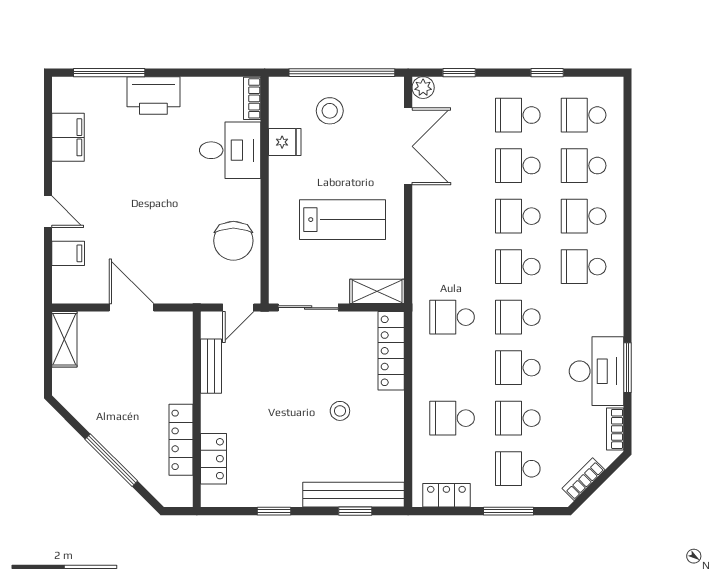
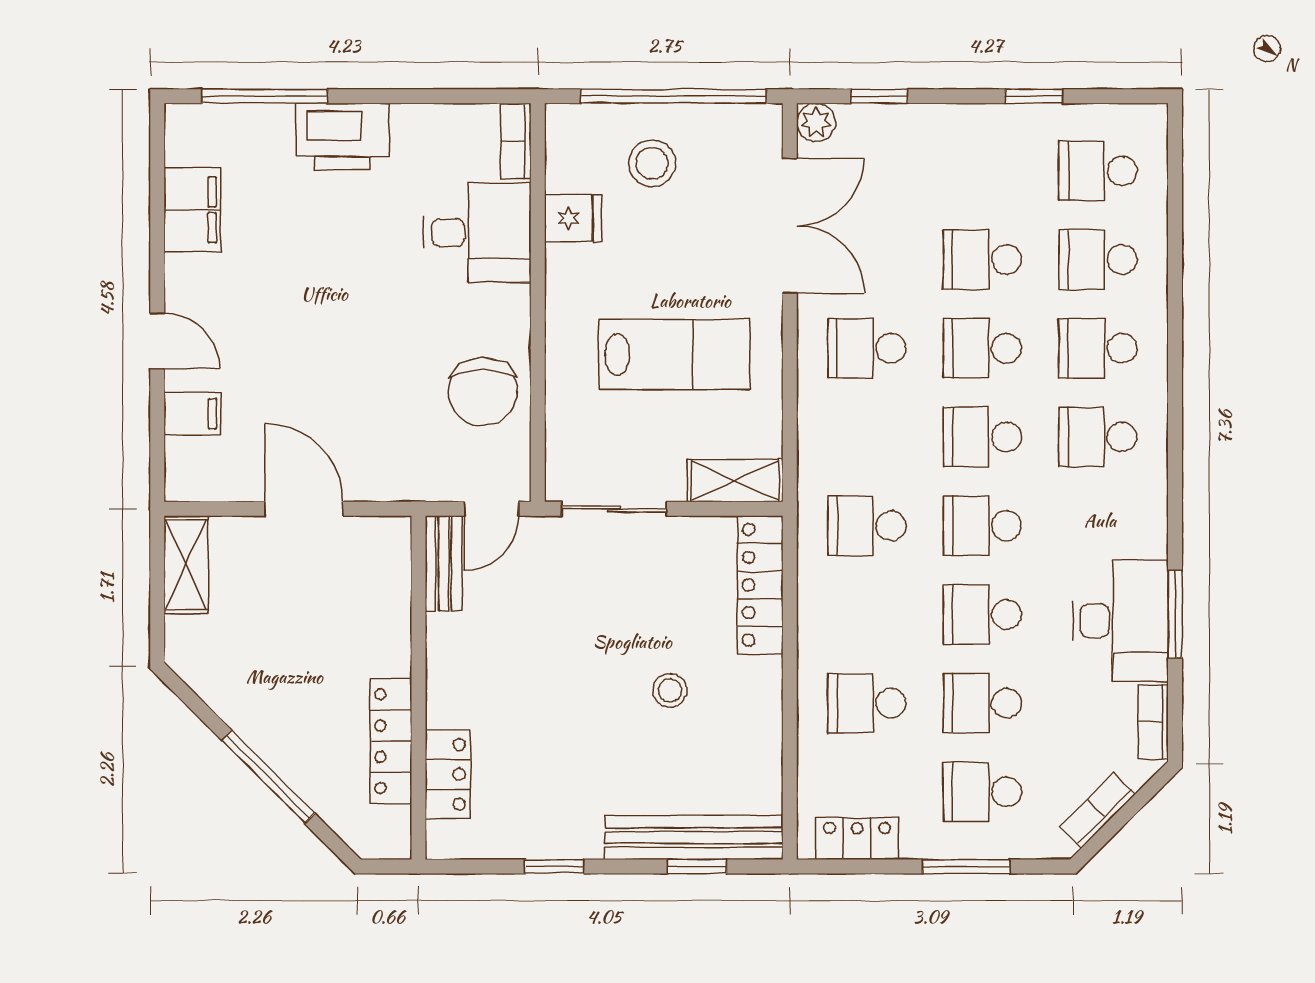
school desk: (518, 115) -> (867, 348), moved
bench: (211, 366) -> (444, 563), moved

